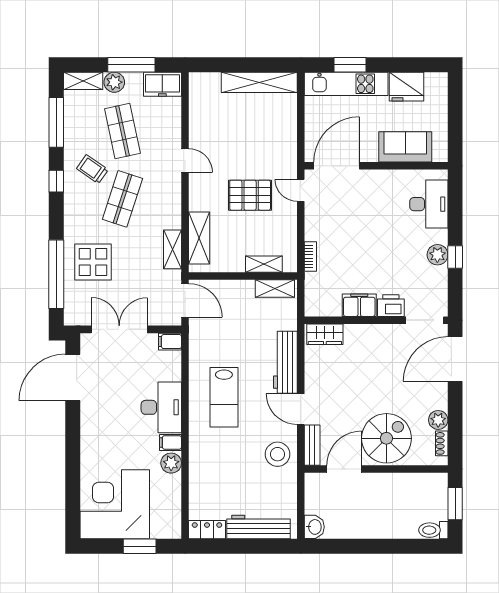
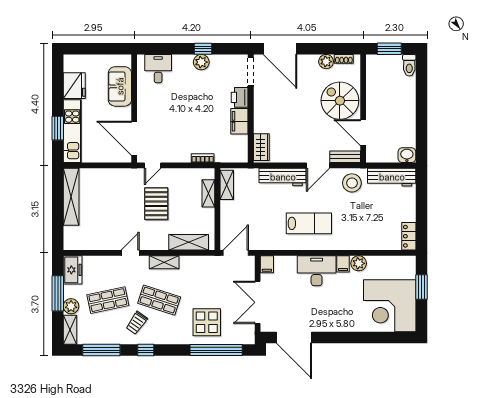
desk: (429, 204) -> (158, 69), width x0.73
shelving: (172, 249) -> (164, 262), moved
workbench: (258, 527) -> (392, 177), moved, turned -90

